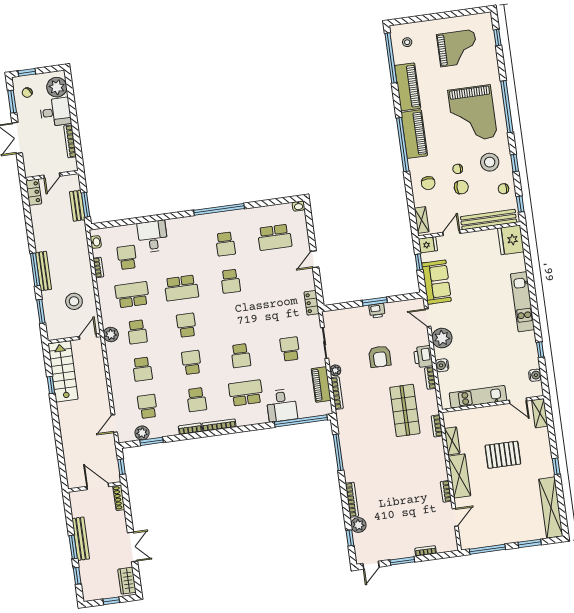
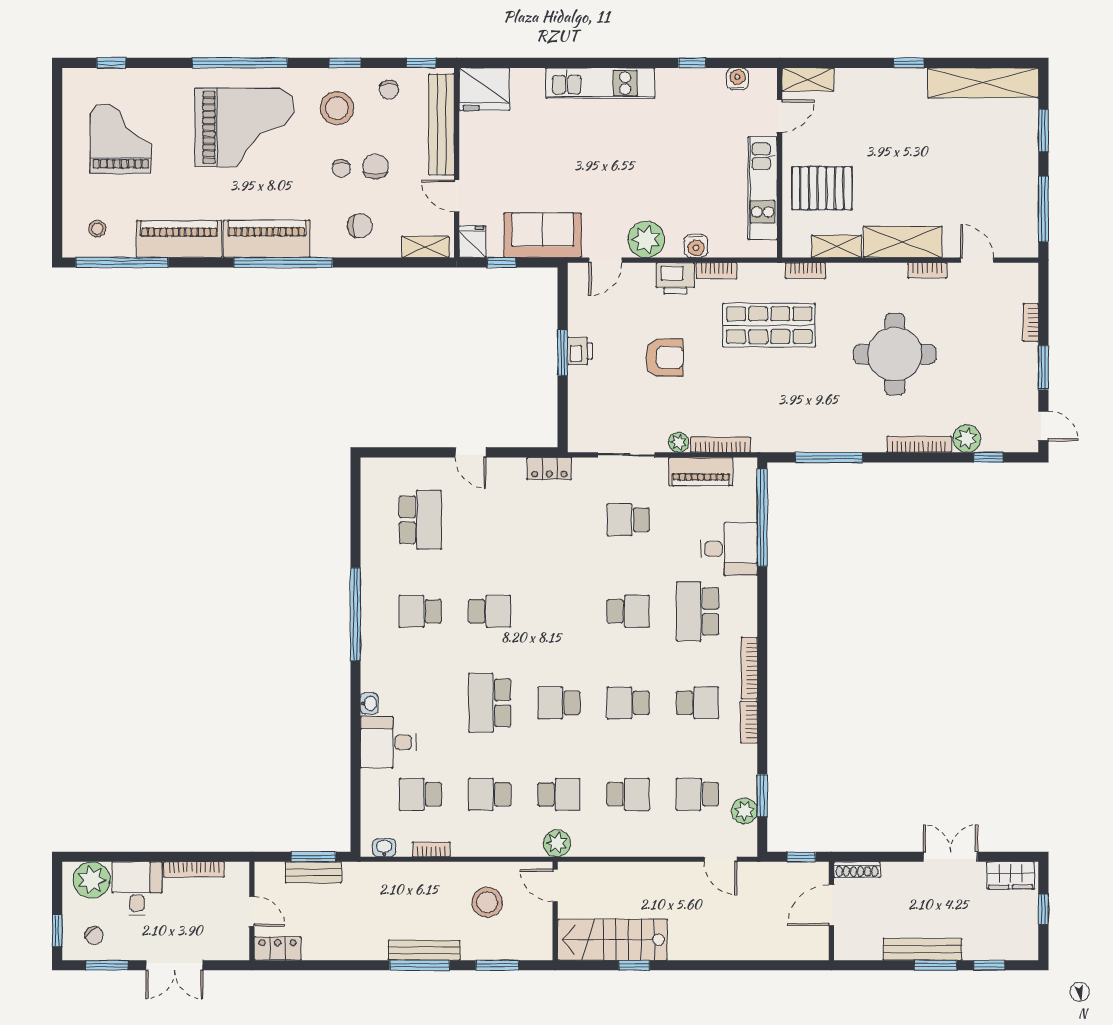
washbasin: (298, 206) -> (369, 704), moved
school desk: (225, 244) -> (420, 611), turned 180
school desk: (181, 288) -> (490, 703), turned 180
school desk: (132, 295) -> (490, 794), width x0.54
pallet: (503, 455) -> (822, 188), moved, turned 90
round table: (398, 480) -> (895, 354), added

